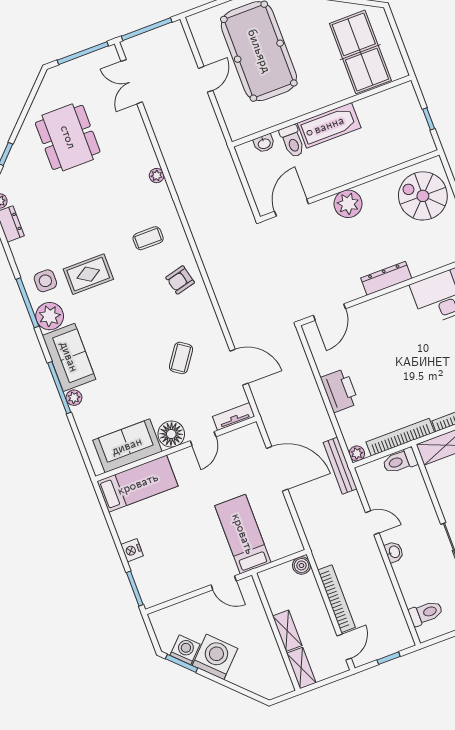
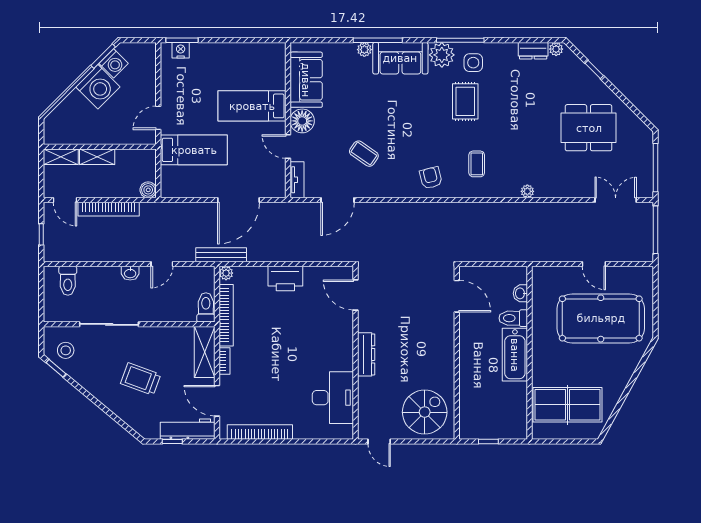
plant: (348, 204) -> (442, 346), removed
bed: (138, 484) -> (252, 106), moved, turned 90
nightstand: (132, 550) -> (181, 50), moved

